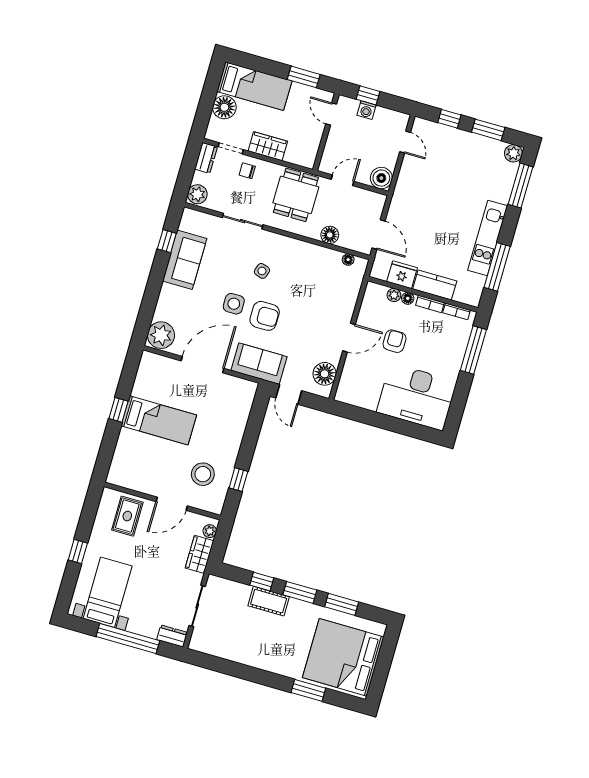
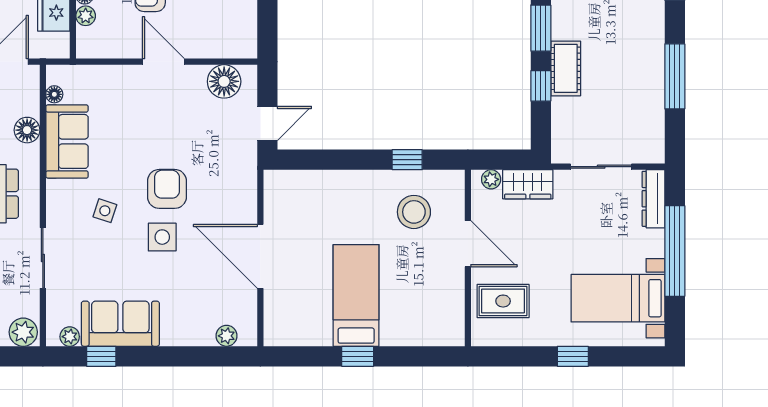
plant: (186, 224) -> (70, 337), added
plant: (161, 335) -> (227, 336), width x0.53, depth x0.53
sofa: (259, 364) -> (67, 141), moved, turned 180
dresser: (172, 636) -> (653, 199), width x1.44
window: (243, 672) -> (675, 76), added

